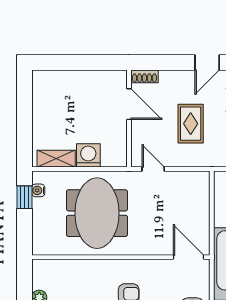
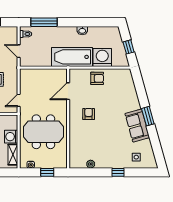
window: (24, 197) -> (47, 172), moved
door: (188, 257) -> (68, 91), moved

